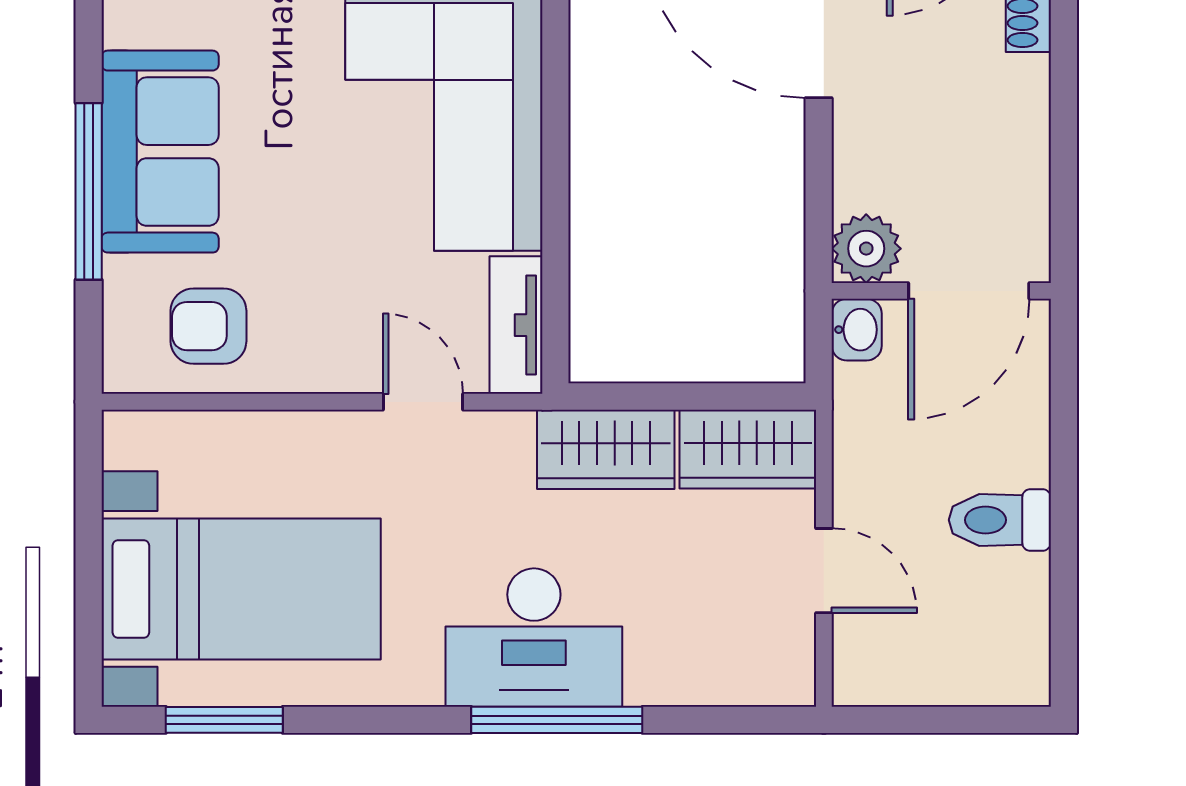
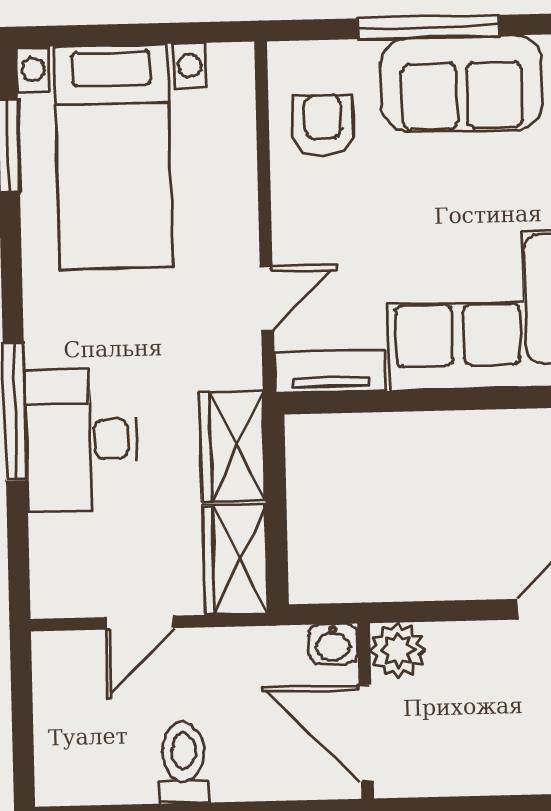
desk: (534, 638) -> (81, 440), moved

